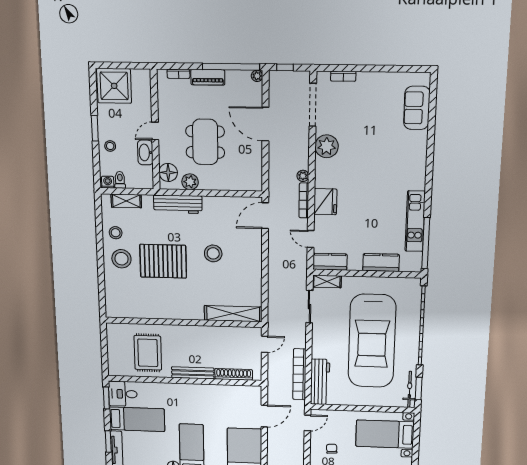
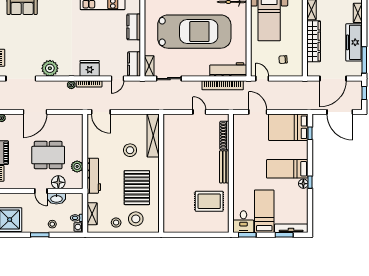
floor lamp: (168, 172) -> (58, 182), moved
shelving: (233, 314) -> (153, 136), moved
wall: (183, 322) -> (161, 173), moved

